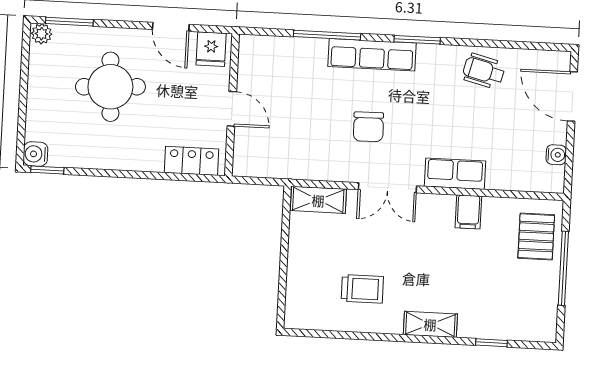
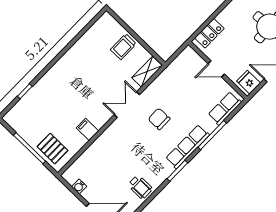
wheelchair: (484, 71) -> (140, 187), turned 76
row of seats: (455, 174) -> (225, 108), moved, turned 180
trolley: (362, 289) -> (123, 47), moved
shelving: (430, 324) -> (55, 73), removed

